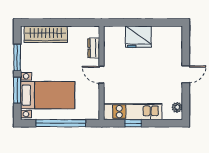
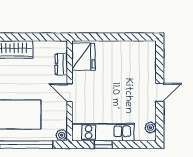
fridge: (138, 37) -> (83, 57), moved, turned -90
plant: (94, 114) -> (62, 135), added

